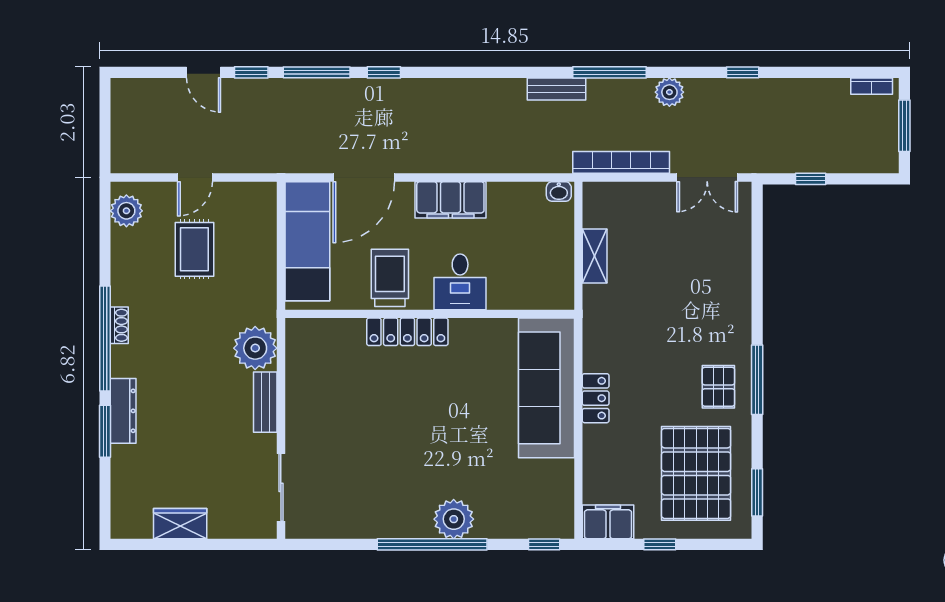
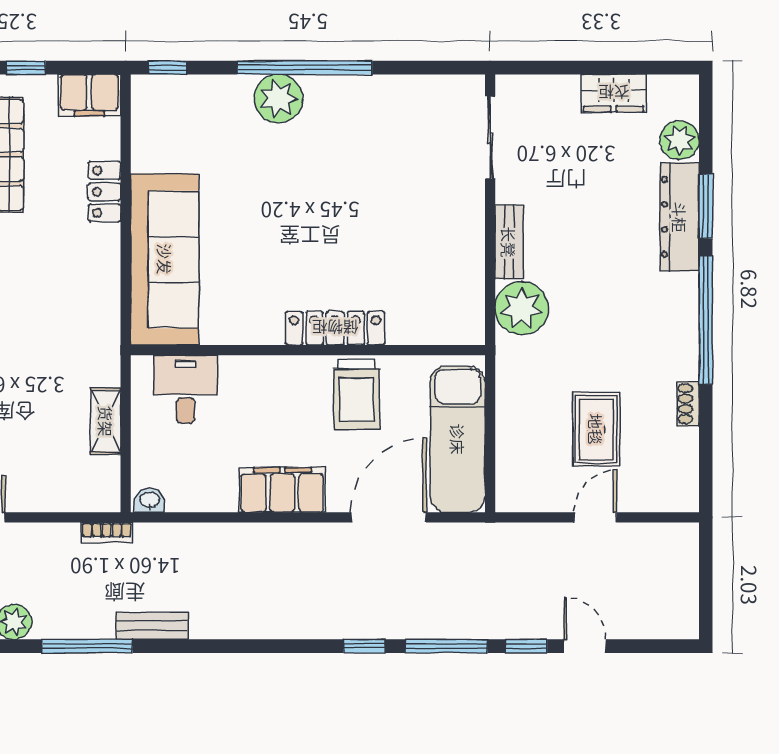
bookcase: (621, 162) -> (107, 533), width x0.43, depth x0.76
plant: (126, 211) -> (679, 140), moved
desk: (460, 282) -> (186, 389), moved
shoe rack: (119, 325) -> (688, 404), moved
locker: (596, 398) -> (104, 192), moved
dresser: (123, 411) -> (680, 217), width x1.37, depth x1.24

